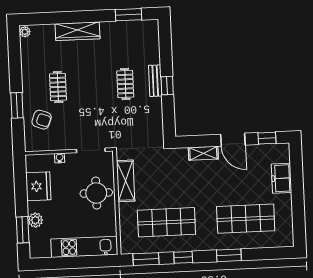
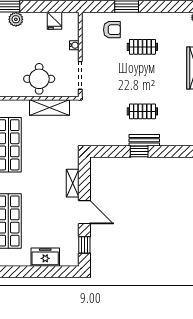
armchair: (42, 120) -> (112, 30), turned -111
door: (233, 140) -> (84, 212), swing flipped
fridge: (38, 186) -> (54, 21), width x0.53, depth x0.75

